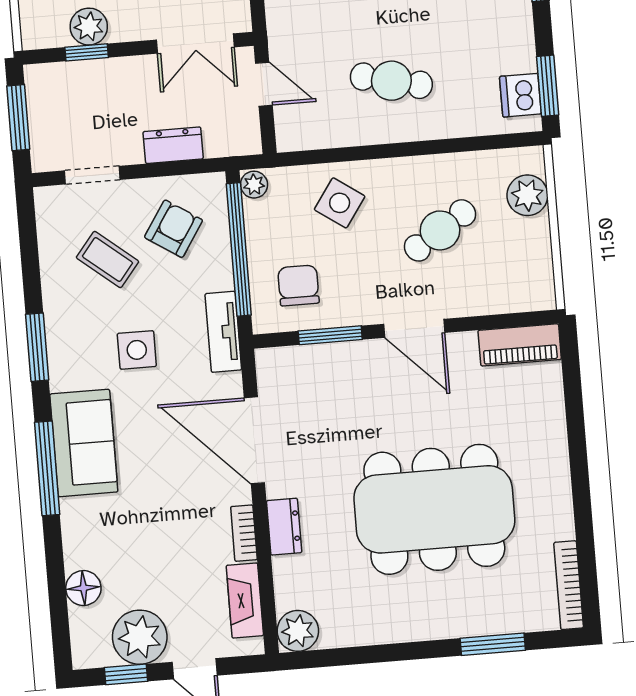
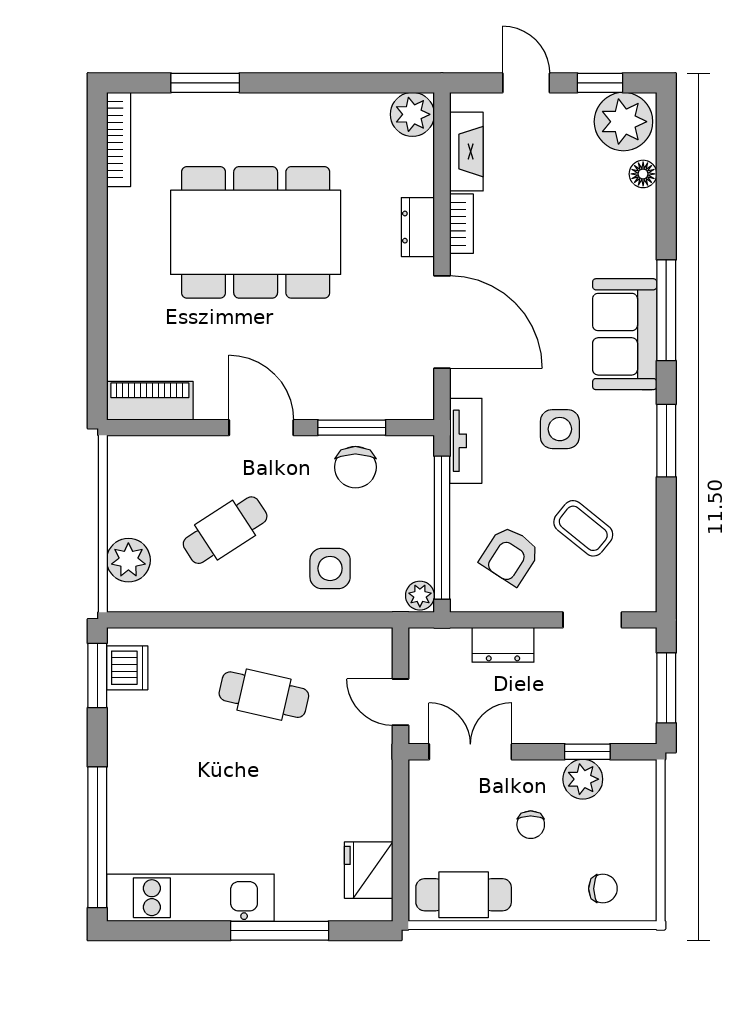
side table: (340, 203) -> (330, 568), turned -35
chair: (298, 285) -> (355, 467), moved
floor lamp: (83, 588) -> (643, 174), width x0.73, depth x0.73
plant: (140, 637) -> (623, 122), moved

